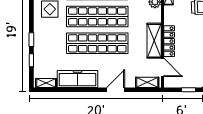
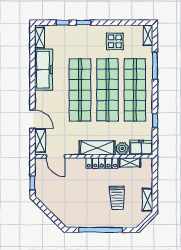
shelving: (154, 41) -> (97, 148), moved
locker: (169, 41) -> (102, 163), moved
door: (162, 67) -> (55, 156), hinge flipped
door: (116, 90) -> (33, 119), moved

